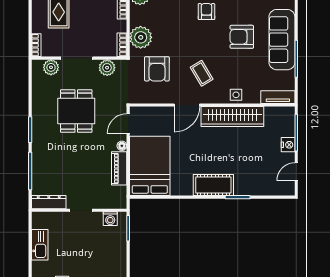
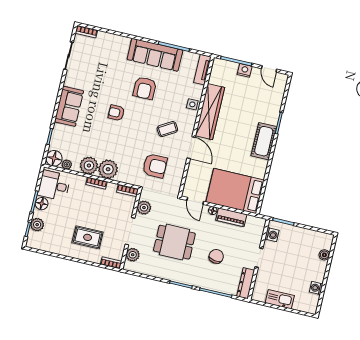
plant: (141, 37) -> (108, 169), moved
chair: (71, 162) -> (216, 256), added

